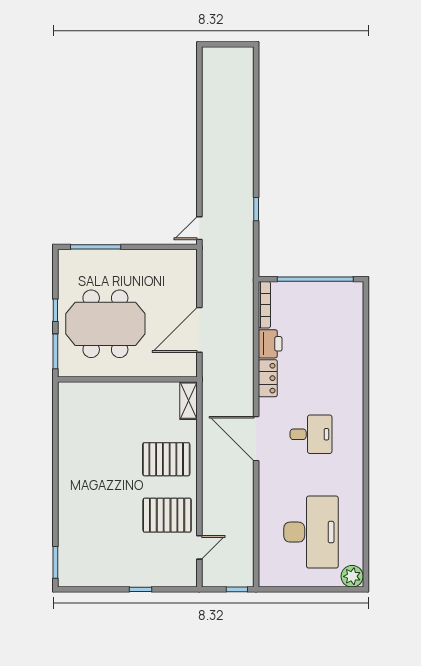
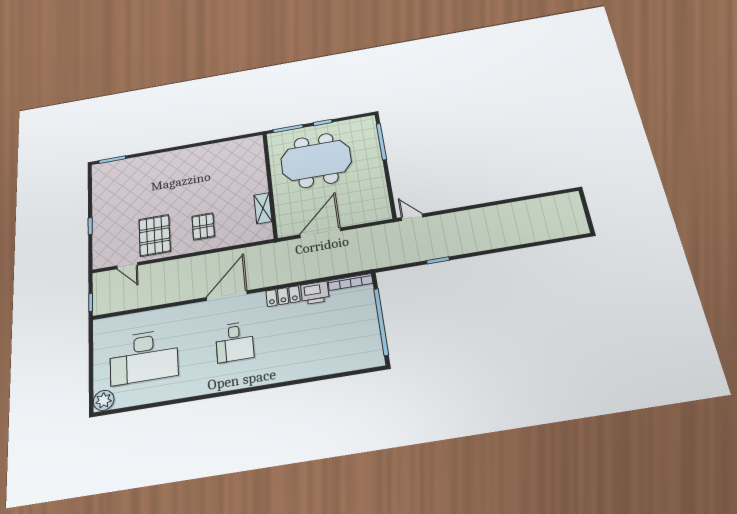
meeting table: (105, 324) -> (316, 160), turned 90
door: (199, 330) -> (320, 233), hinge flipped
shelving: (189, 401) -> (263, 208), moved, turned 90
pallet: (166, 459) -> (203, 226), width x0.67, depth x0.71

